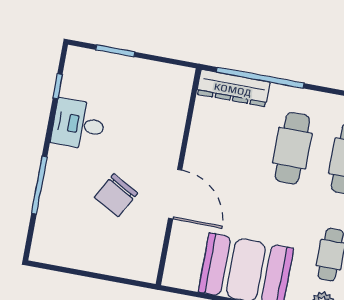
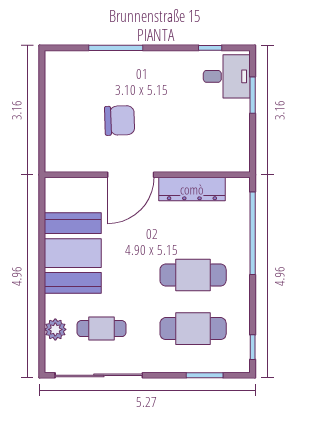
dresser: (233, 88) -> (192, 189), moved, turned -90
desk: (79, 124) -> (227, 76), moved, turned 90
chair: (116, 195) -> (120, 120), turned 149

